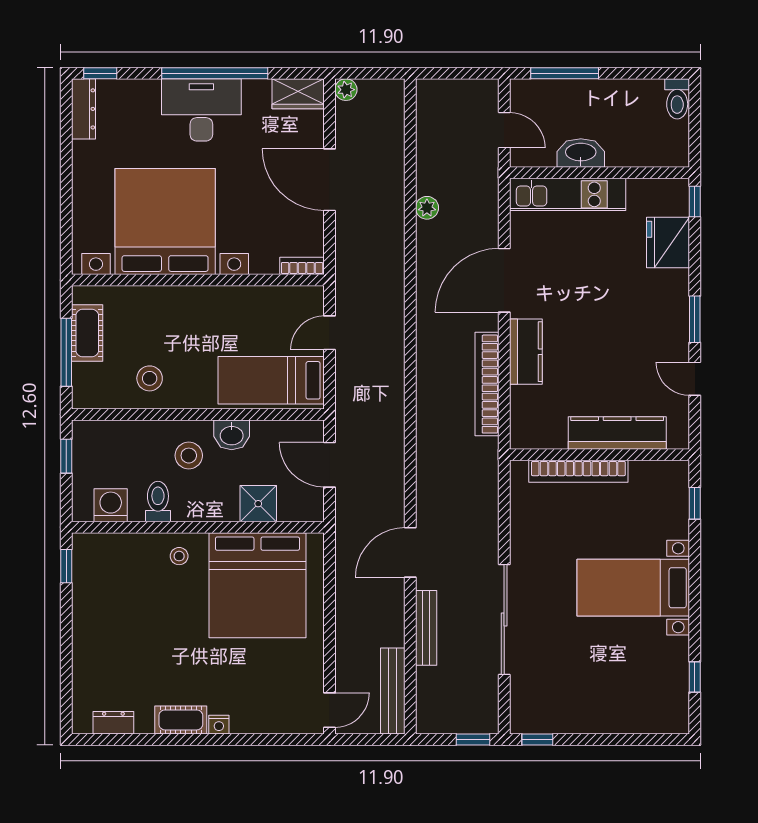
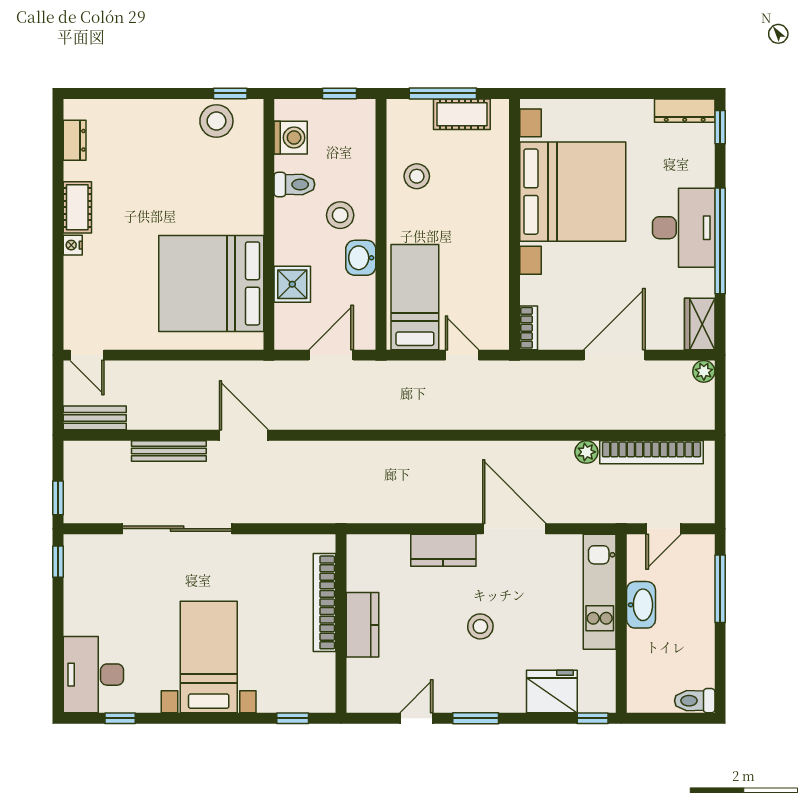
stool: (603, 314) -> (480, 626), added
bookcase: (487, 384) -> (651, 452), moved, turned 180
kitchen counter: (617, 433) -> (363, 625), width x0.67
stool: (179, 556) -> (216, 121), moved, width x1.89, depth x1.89
bench: (393, 691) -> (95, 418), width x0.73
desk: (651, 704) -> (93, 675), added

